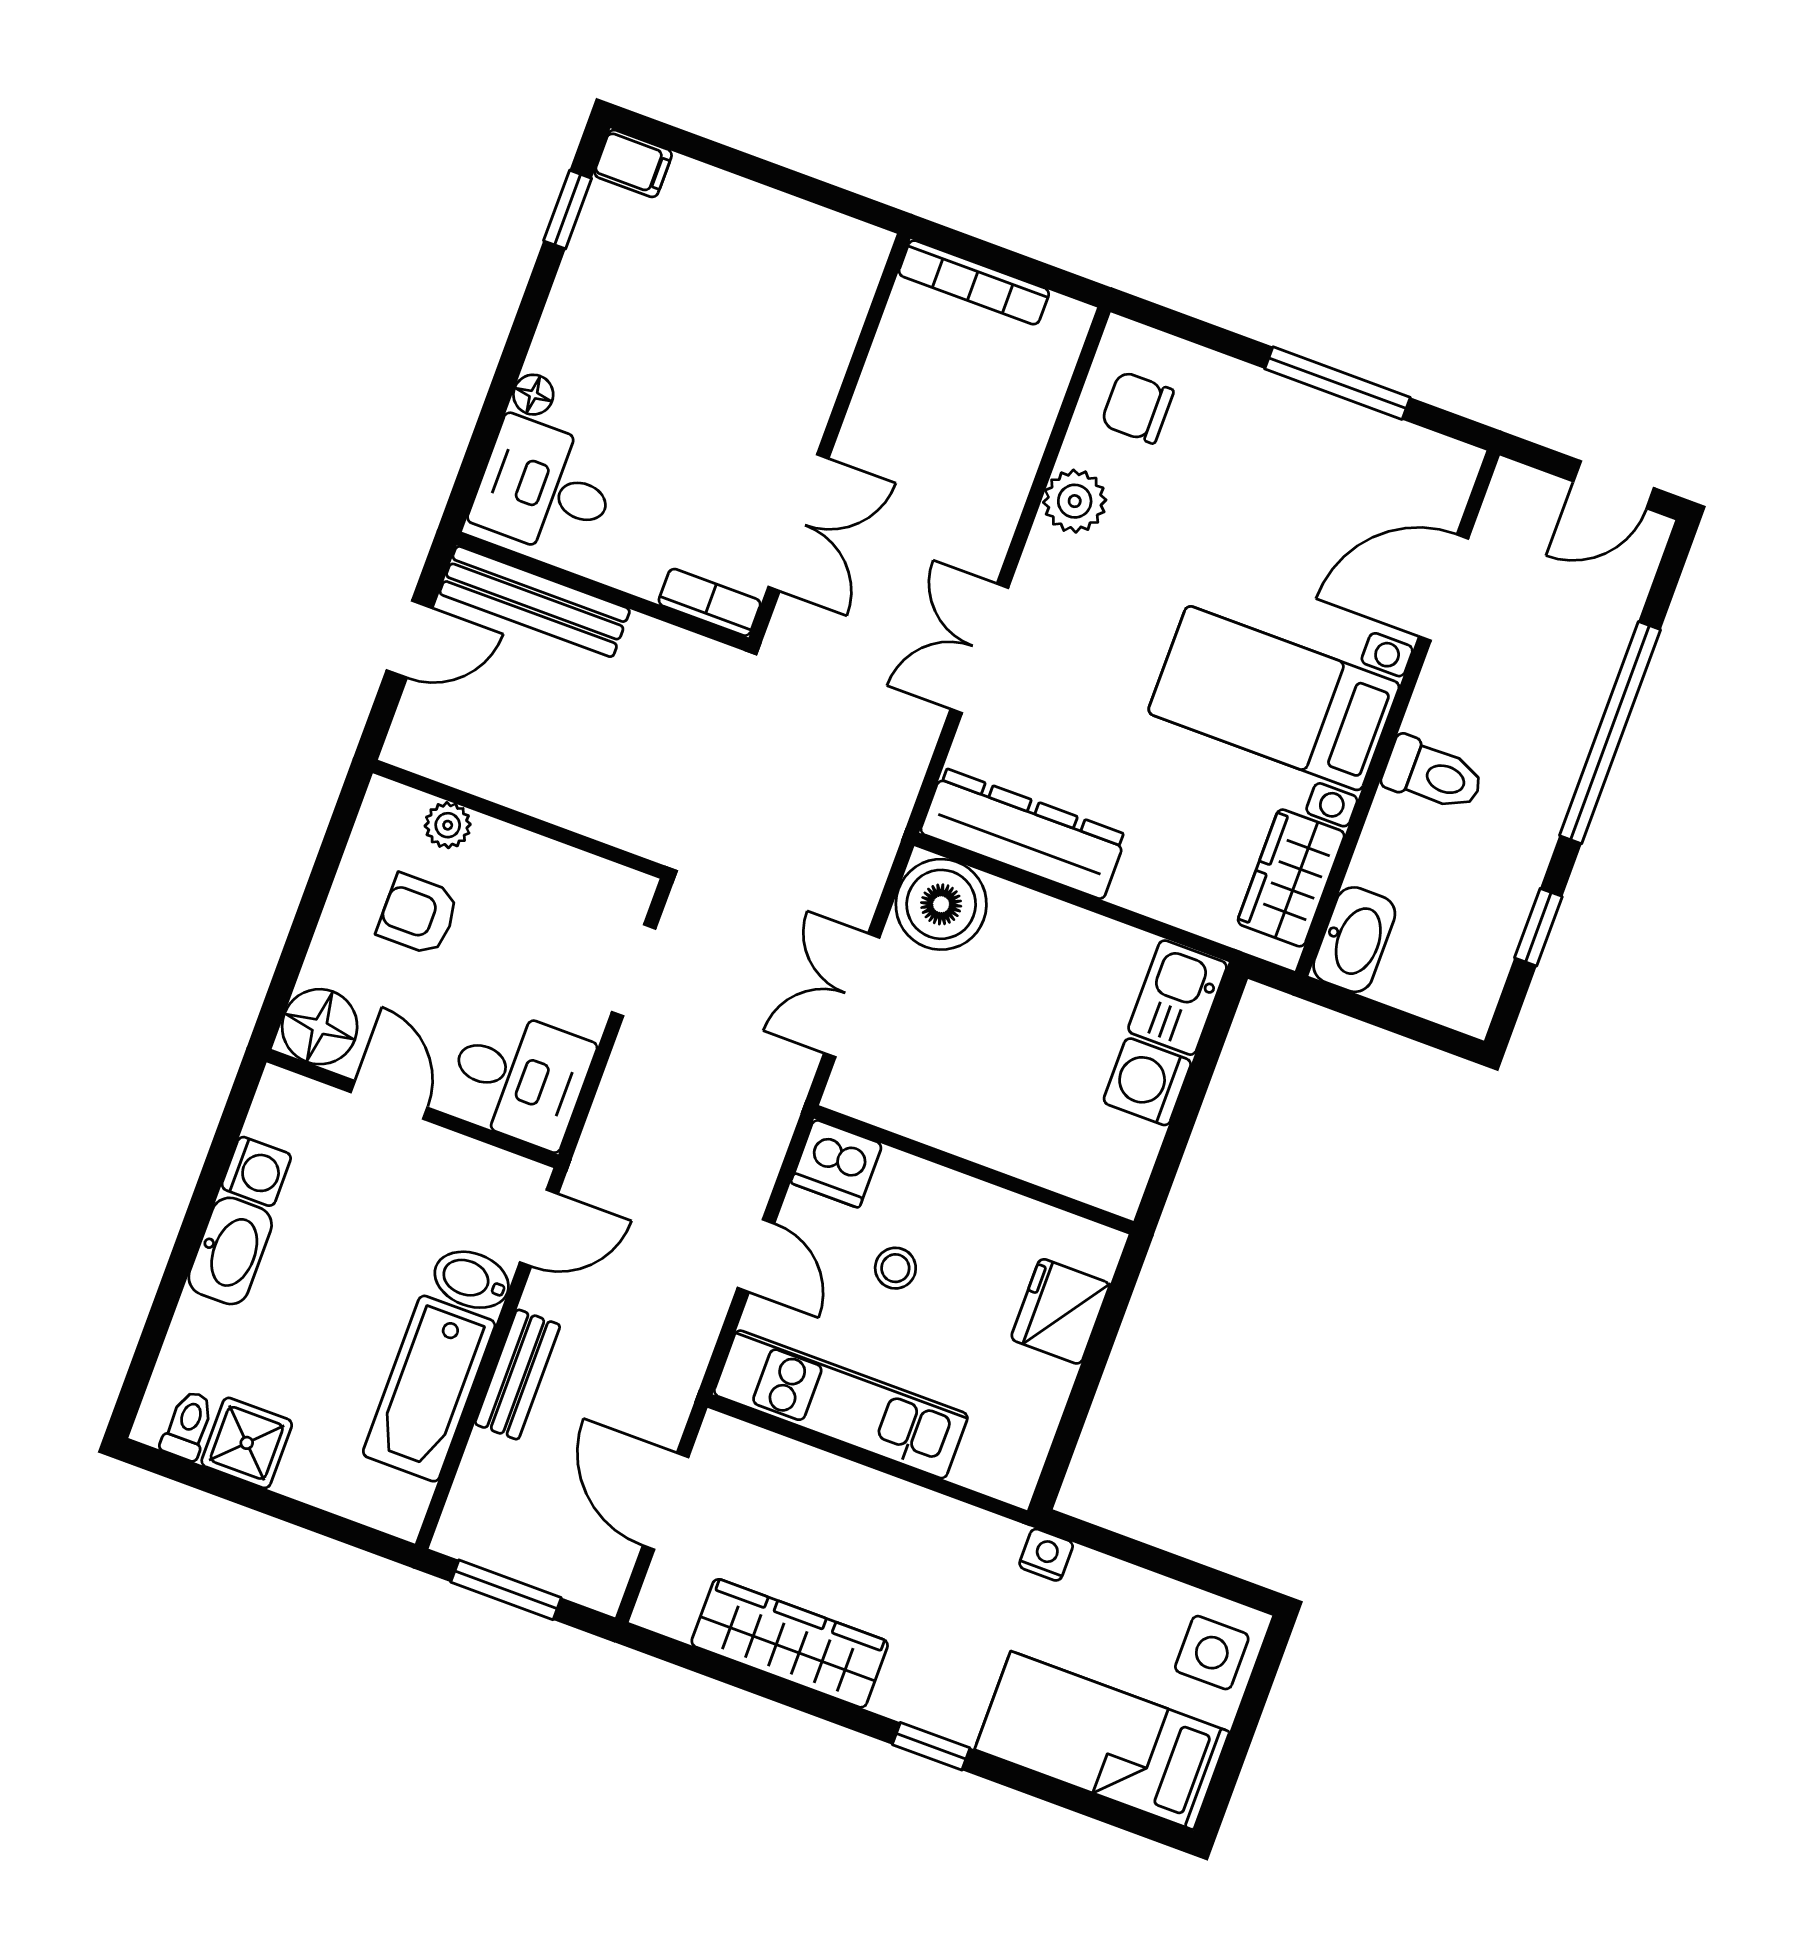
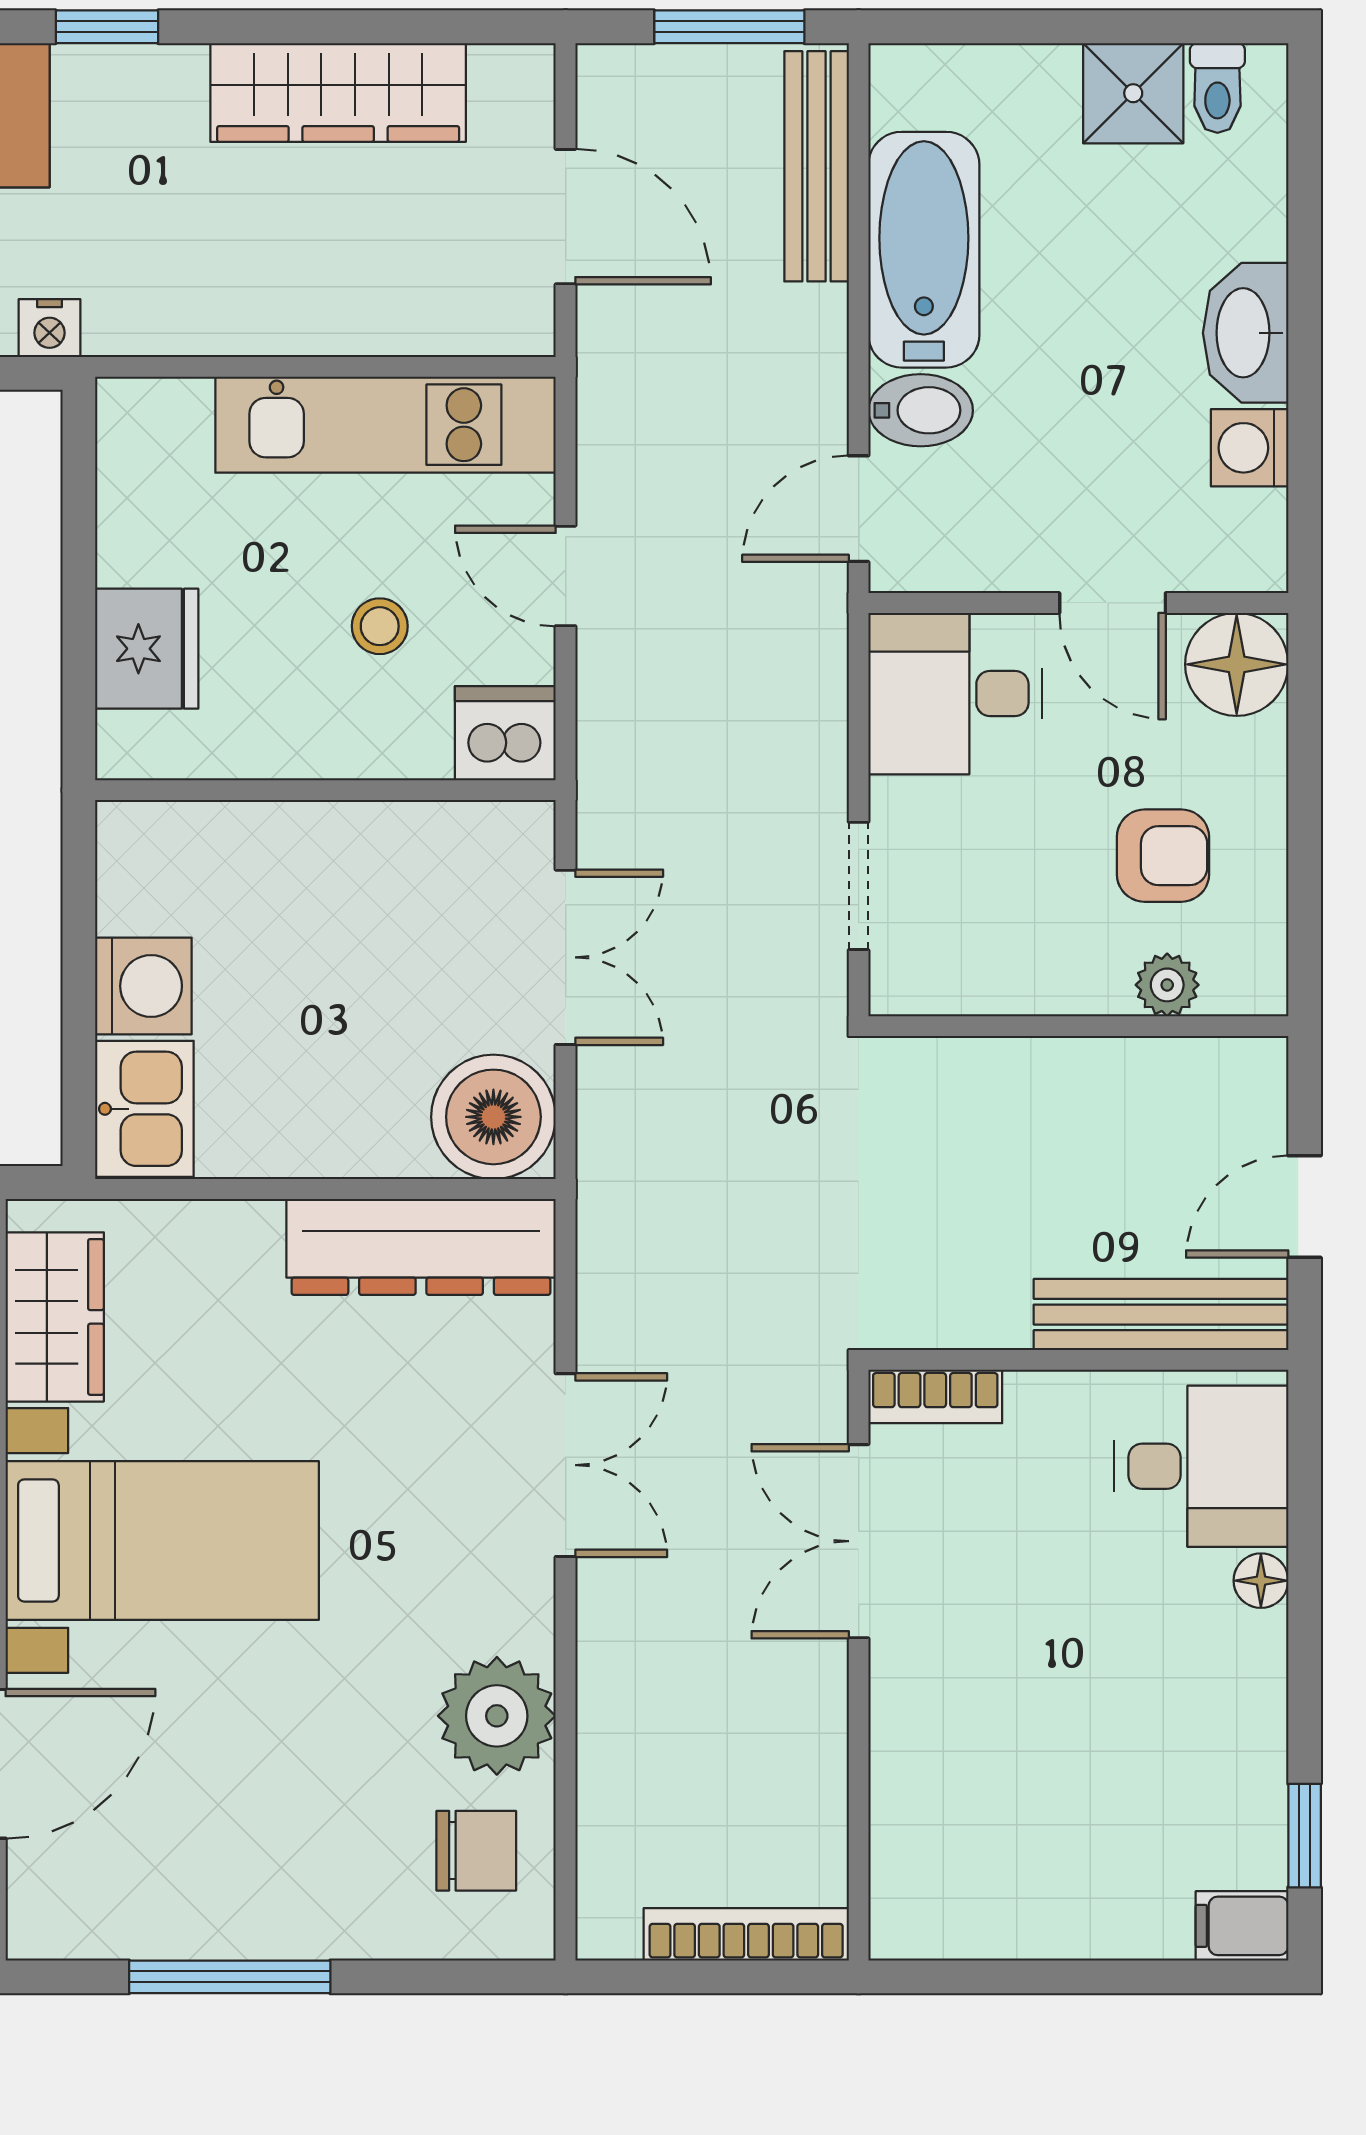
plant: (1075, 501) -> (497, 1716), width x1.36, depth x1.36
bench: (518, 1375) -> (817, 166), moved, width x1.36

